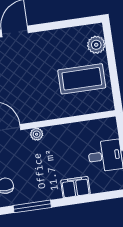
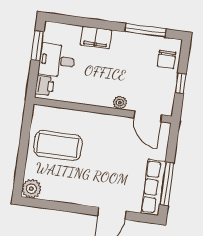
plant: (96, 45) -> (31, 189), moved
printer: (110, 130) -> (45, 86), added

